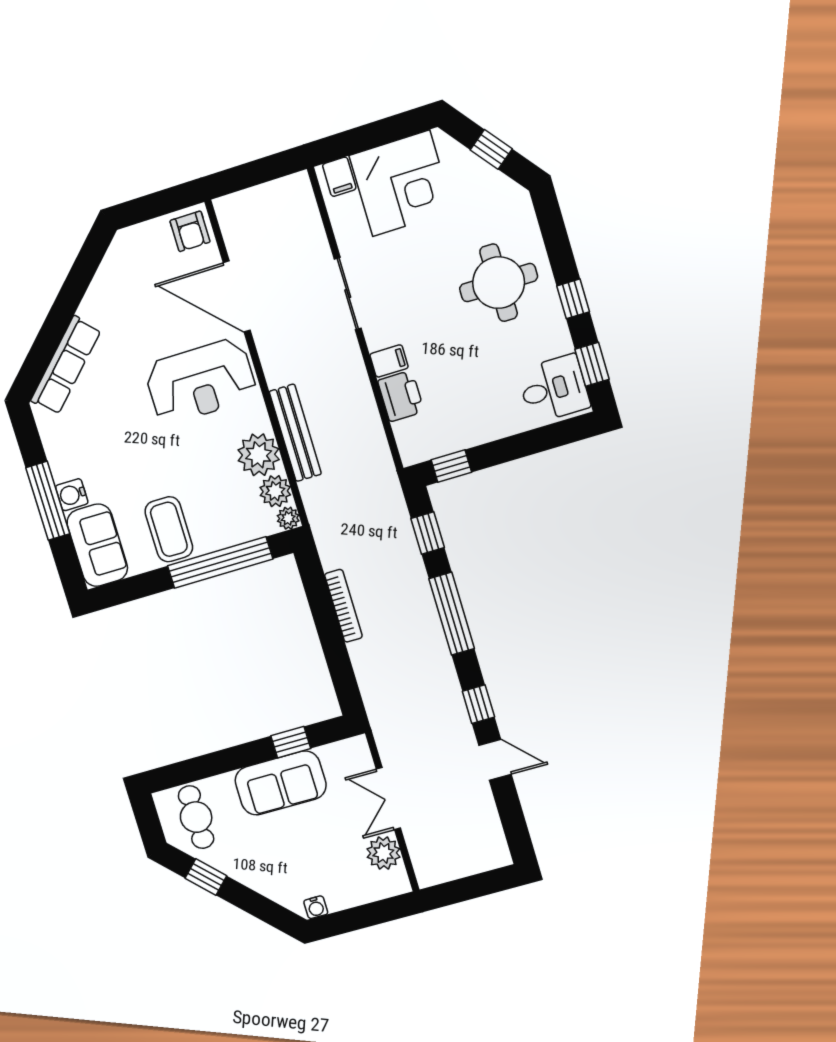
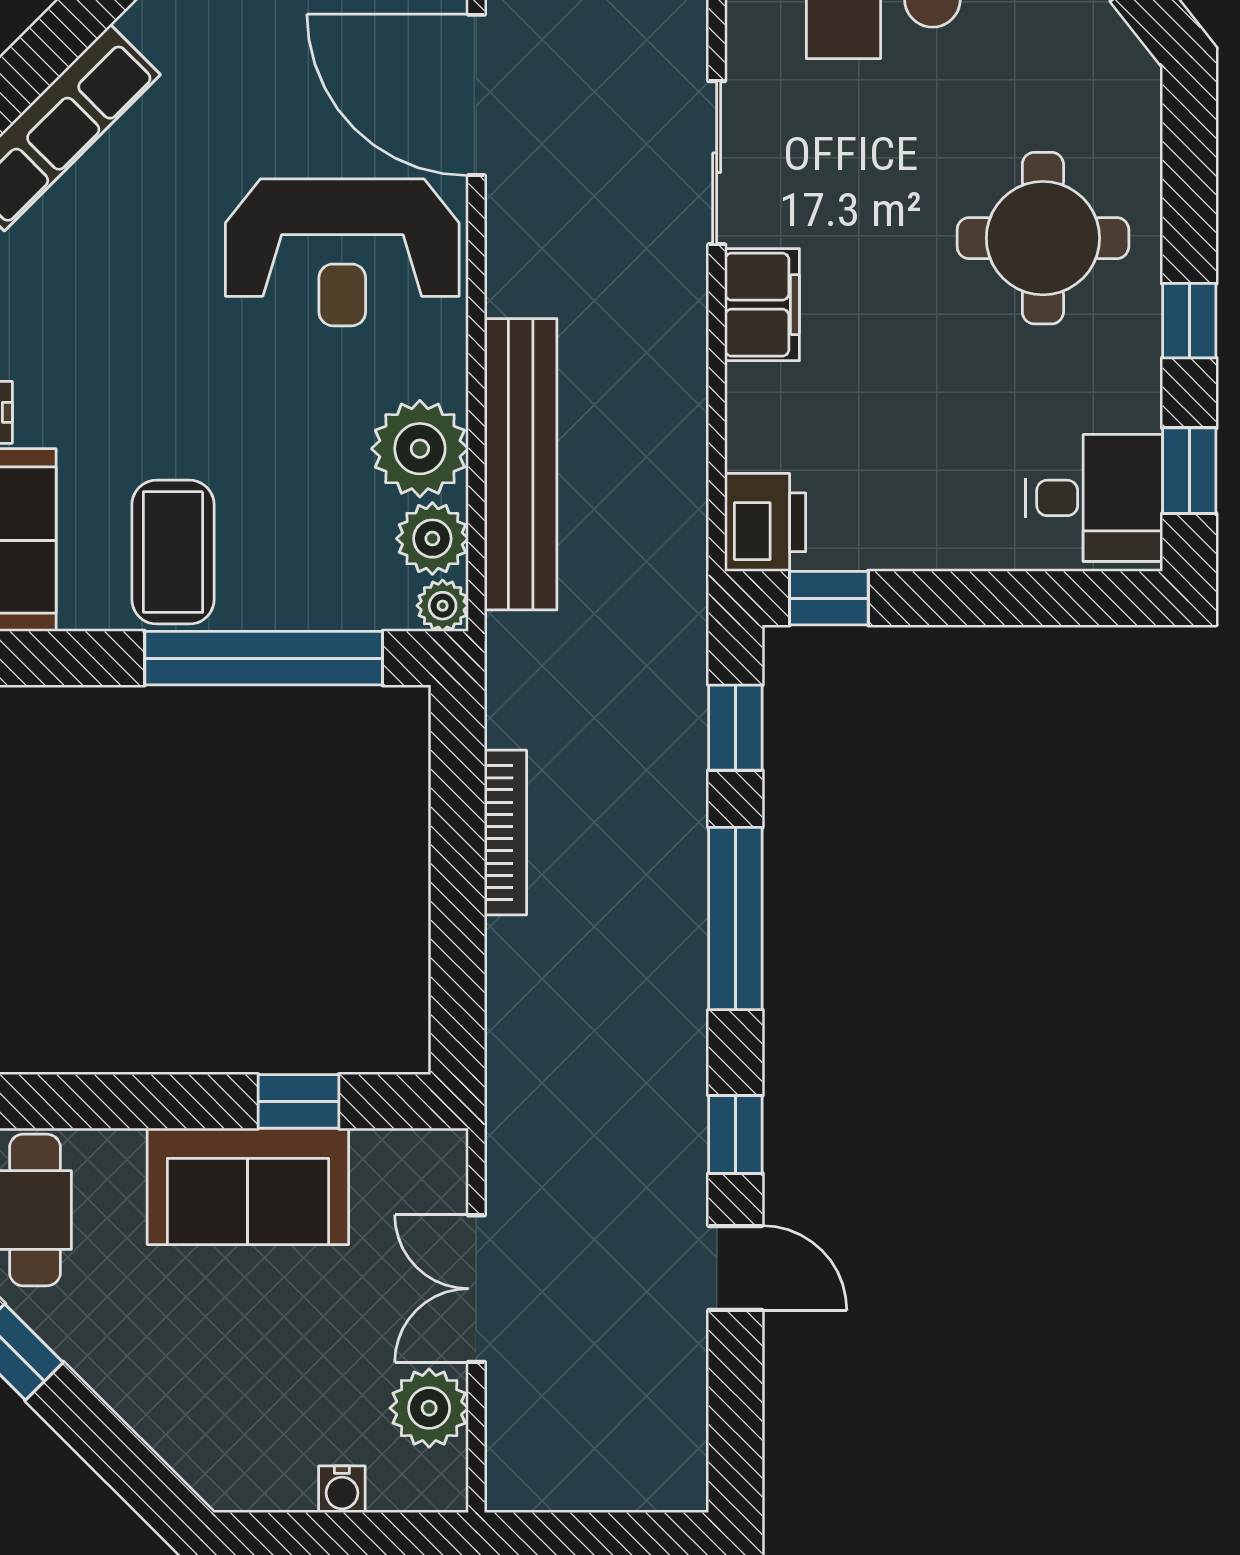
filing cabinet: (389, 361) -> (762, 305), width x2.00
printer: (401, 396) -> (765, 522), moved
bench: (295, 433) -> (521, 464), width x1.37, depth x1.21
water cooler: (316, 907) -> (342, 1489), moved

